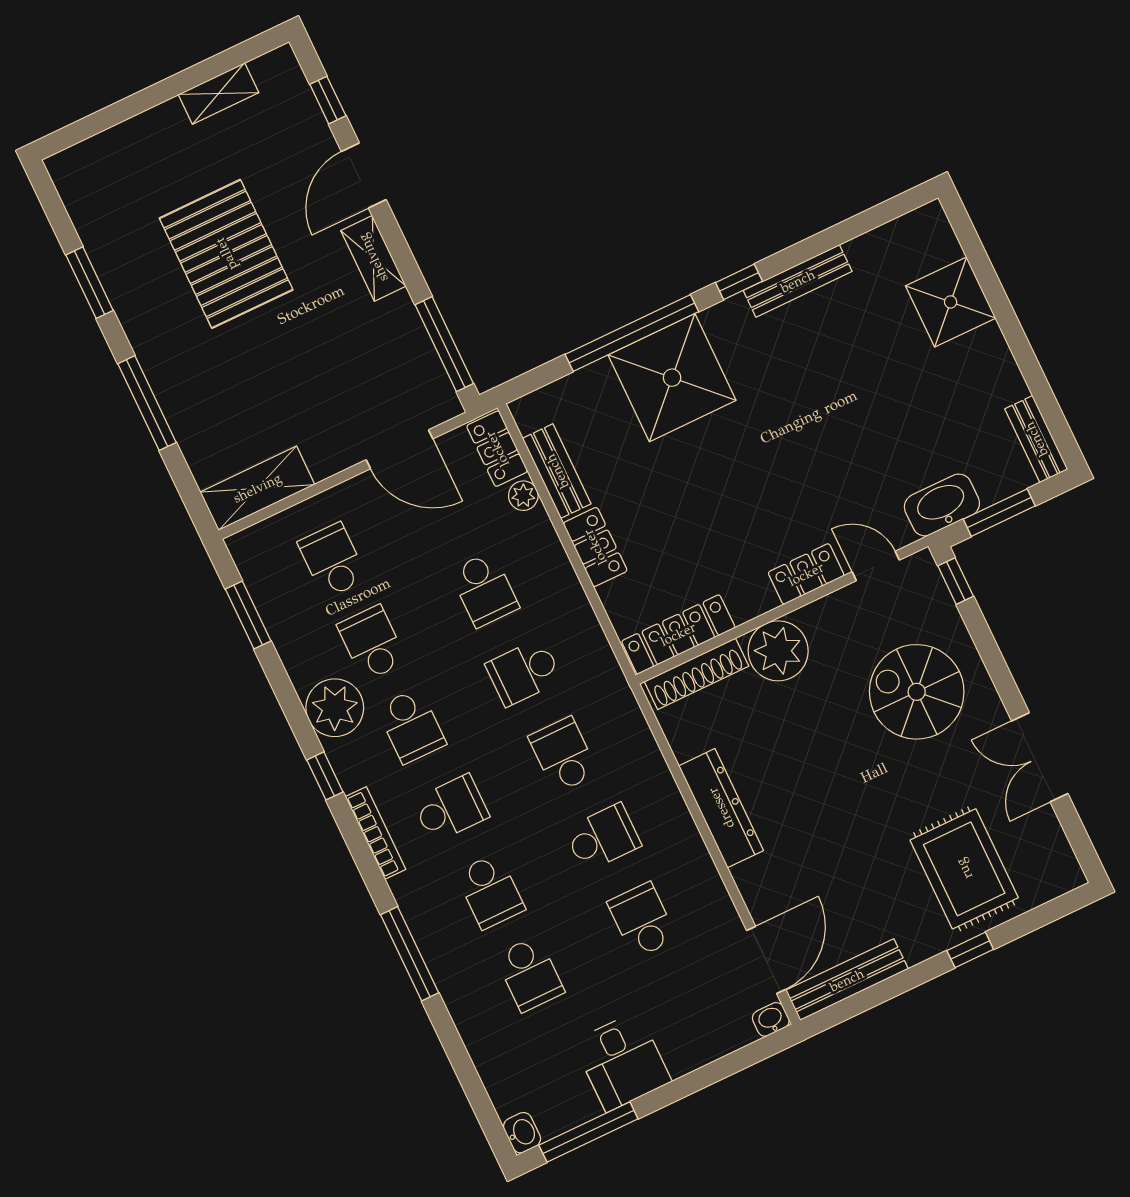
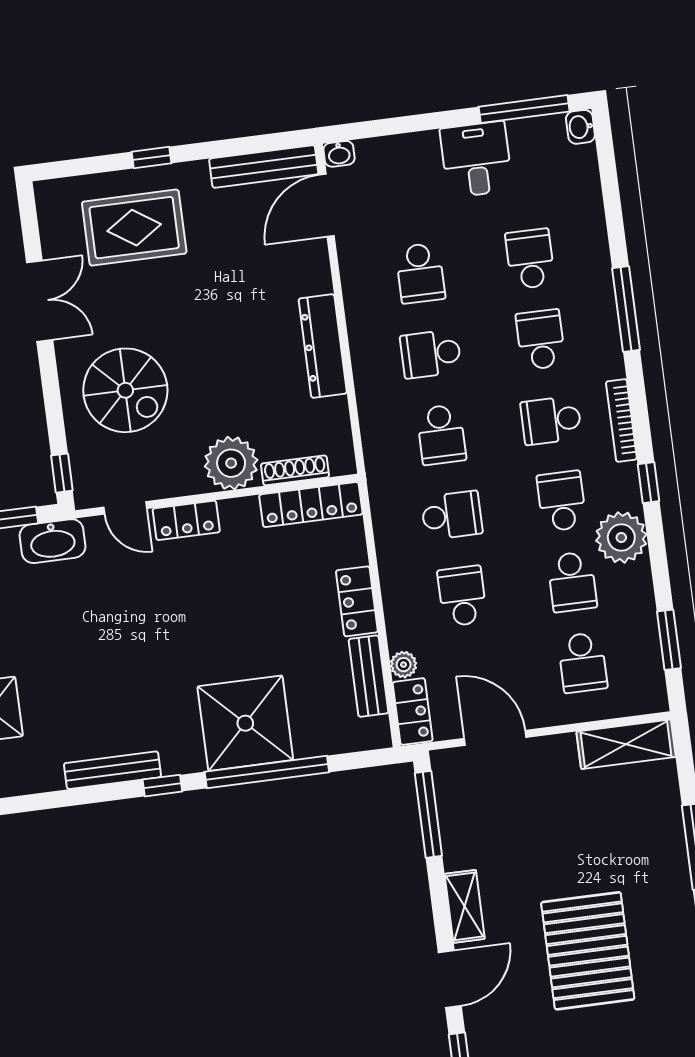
shoe rack: (696, 674) -> (295, 470), width x0.74, depth x0.81
rug: (964, 869) -> (134, 228), turned 90

